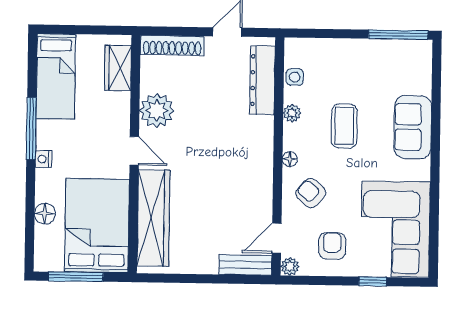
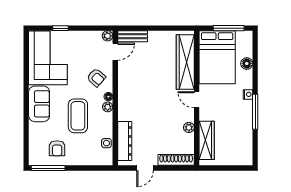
wardrobe: (118, 68) -> (207, 140), width x1.50
bed: (56, 76) -> (242, 141), removed
plant: (157, 111) -> (189, 127), width x0.53, depth x0.53
plant: (292, 113) -> (108, 107), moved
coffee table: (344, 126) -> (78, 116), width x1.36, depth x1.32
sofa: (413, 127) -> (39, 104), moved
armchair: (332, 246) -> (57, 148), moved

